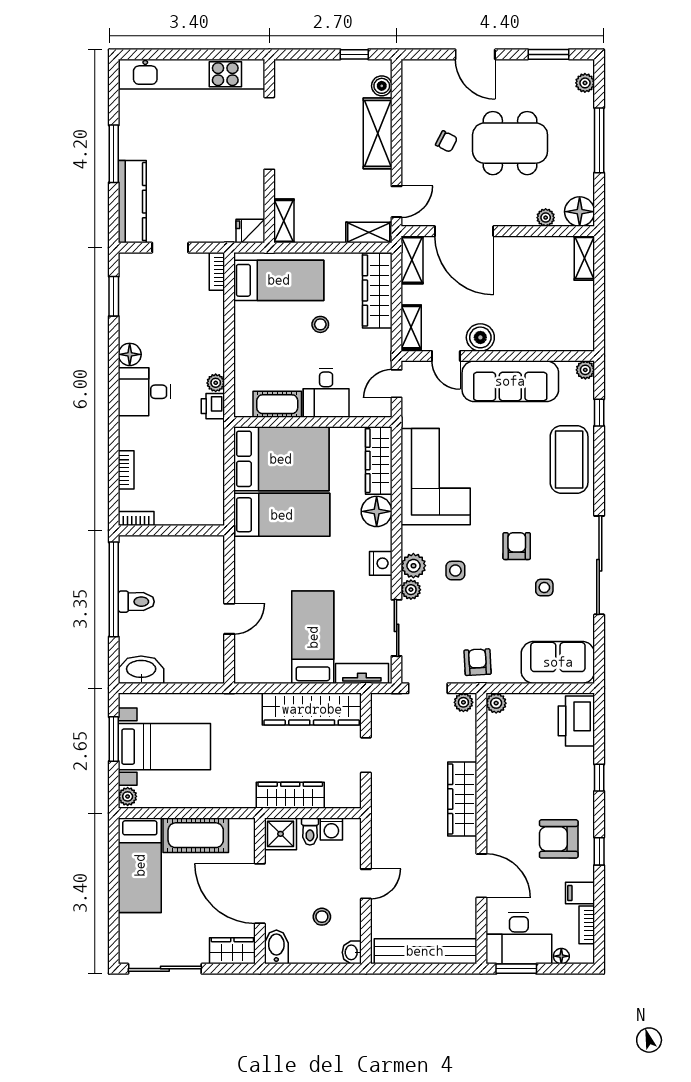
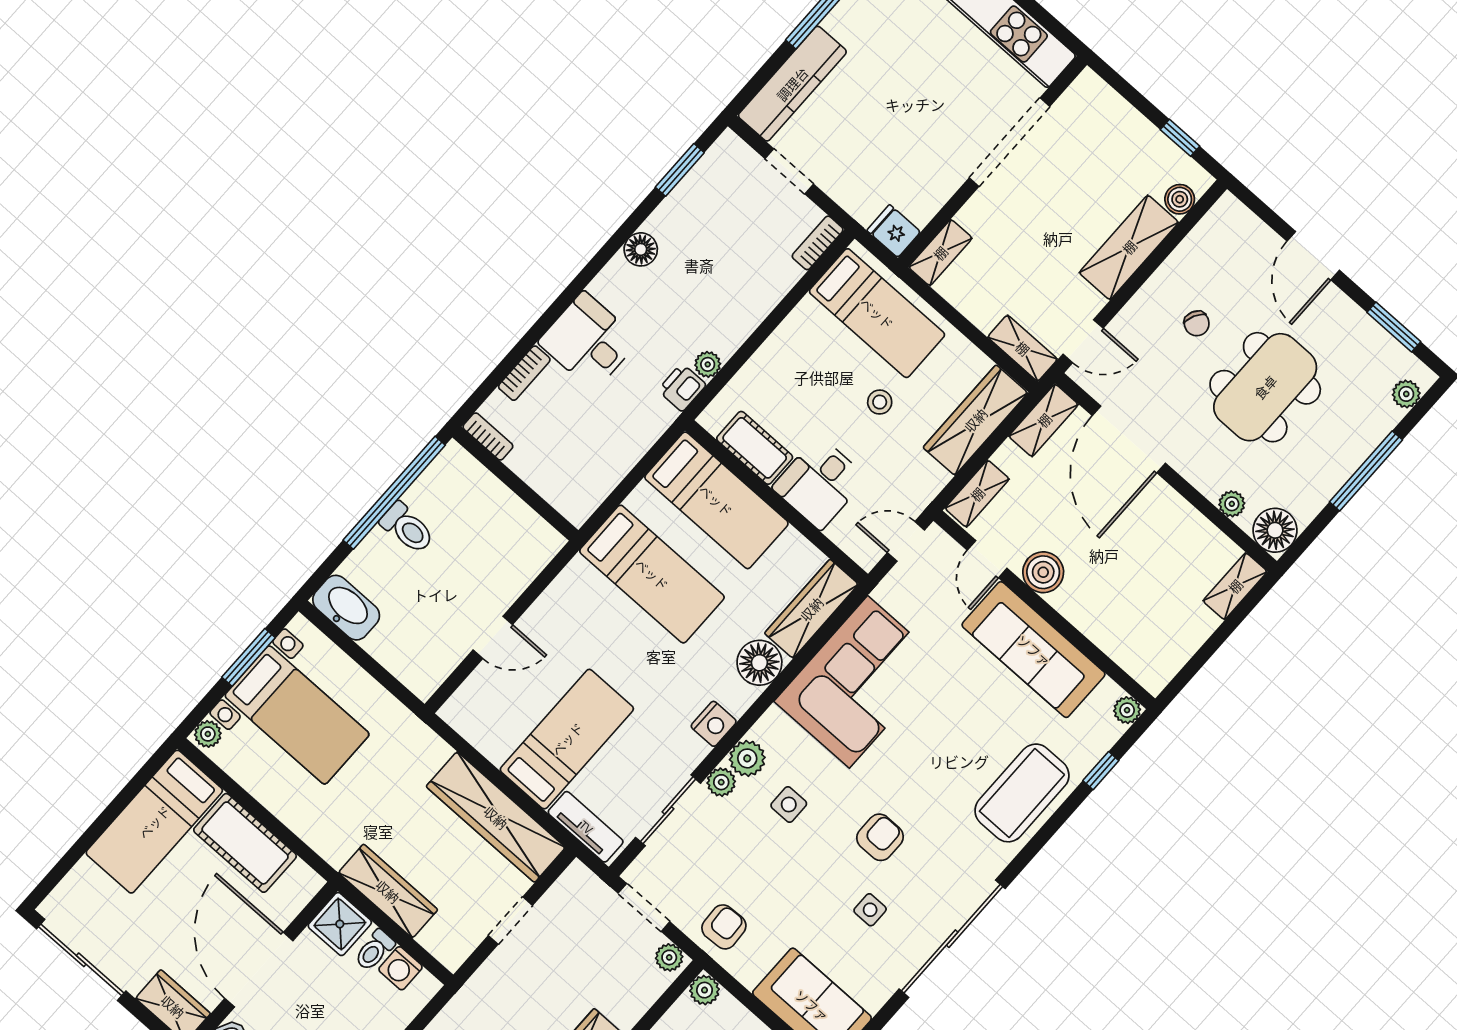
dining table: (510, 143) -> (1265, 387), turned 90
desk: (145, 392) -> (589, 341), moved
bed: (281, 459) -> (716, 500), width x0.67

